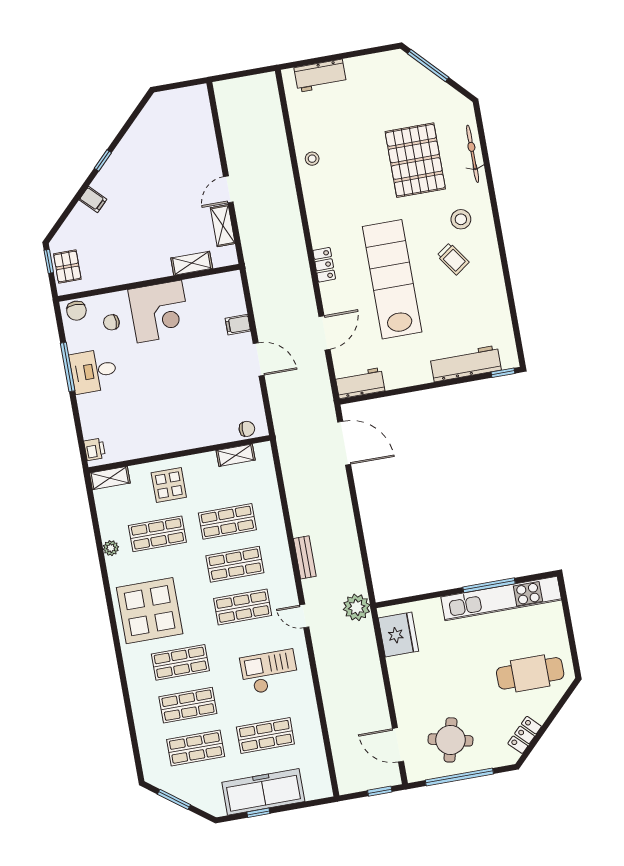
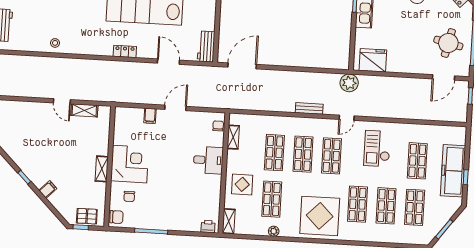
shelving: (192, 263) -> (102, 169), moved
desk: (94, 371) -> (208, 160), moved, turned -90

